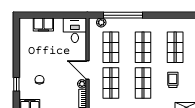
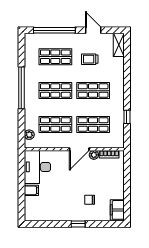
window: (123, 15) -> (21, 88), moved
filing cabinet: (43, 24) -> (31, 190), width x0.50
desk: (75, 30) -> (37, 167), width x1.37
window: (16, 84) -> (78, 224), moved

